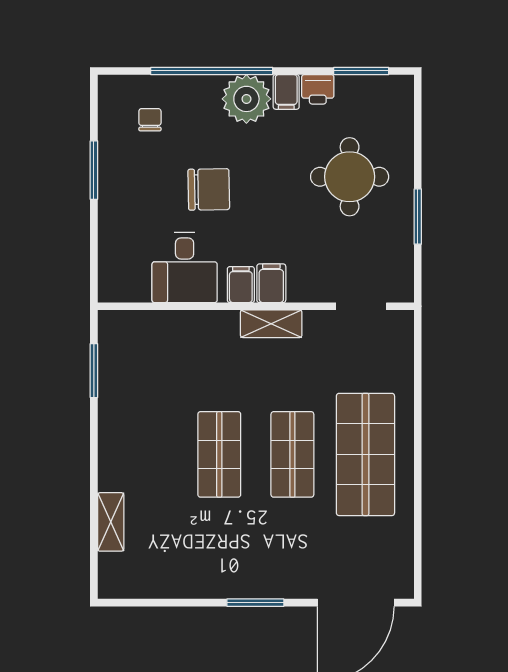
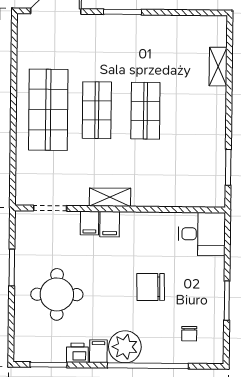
desk: (185, 267) -> (202, 234), moved, turned 90
filing cabinet: (241, 285) -> (89, 223), moved

